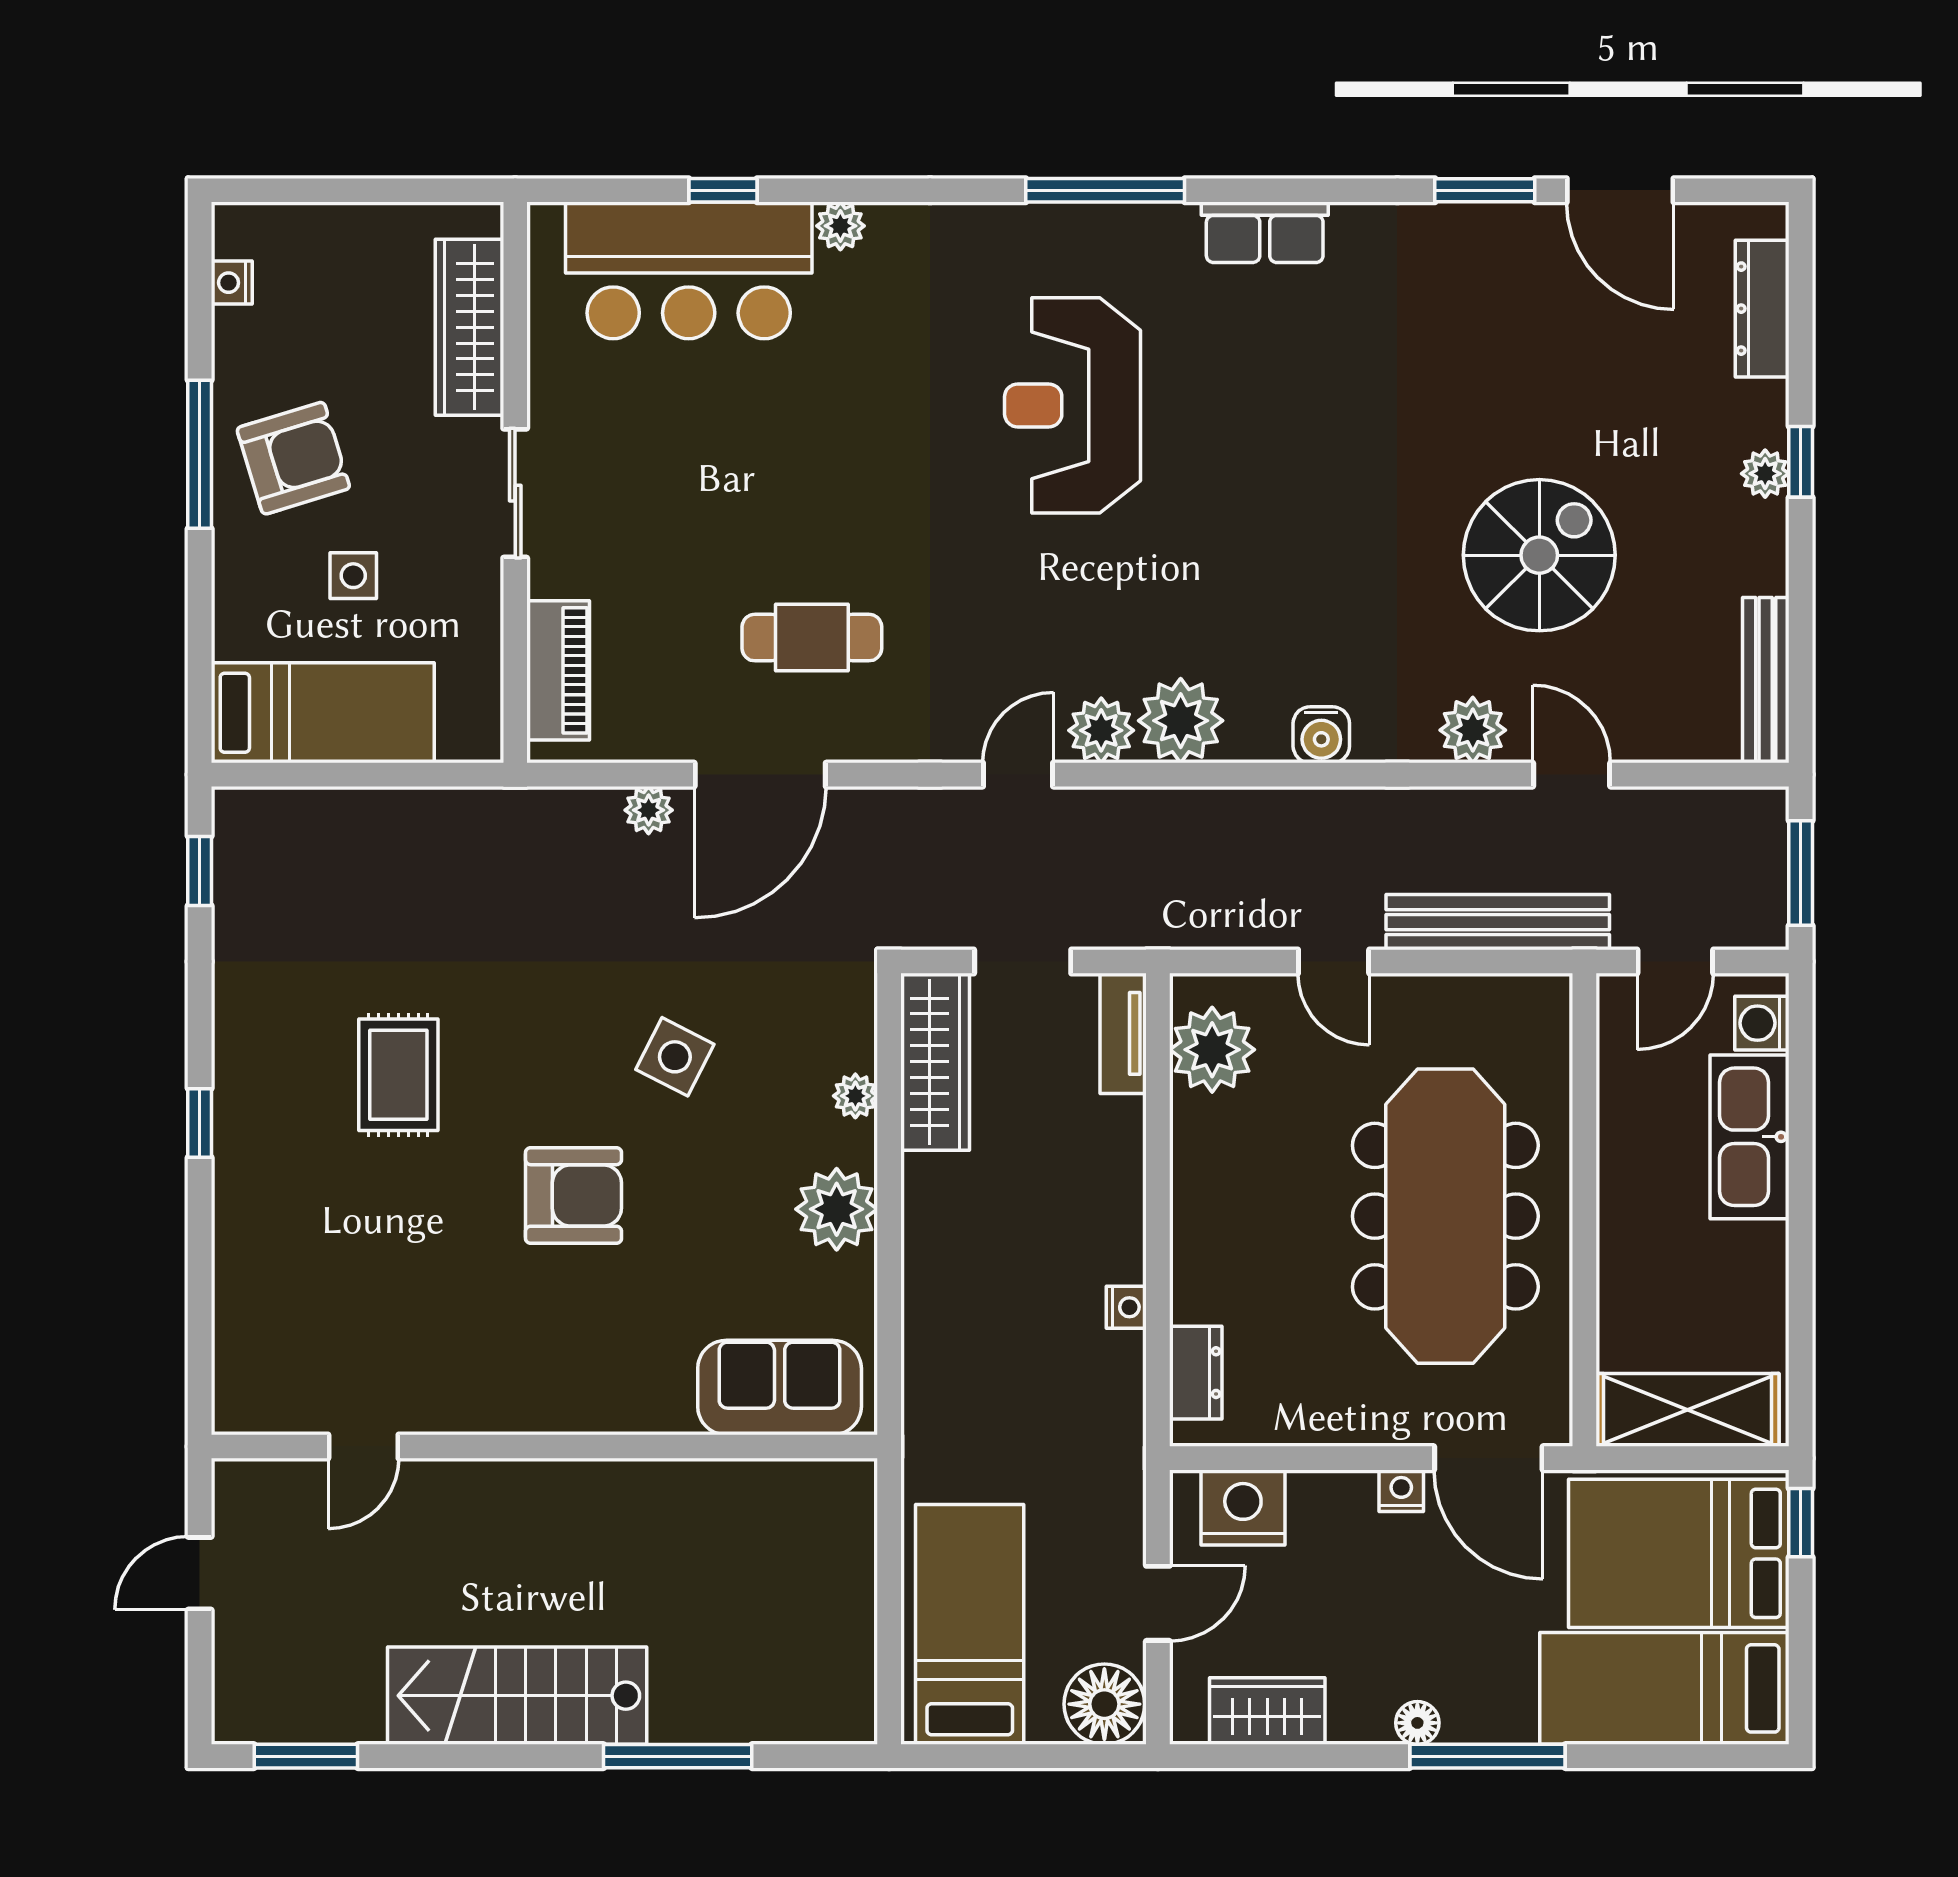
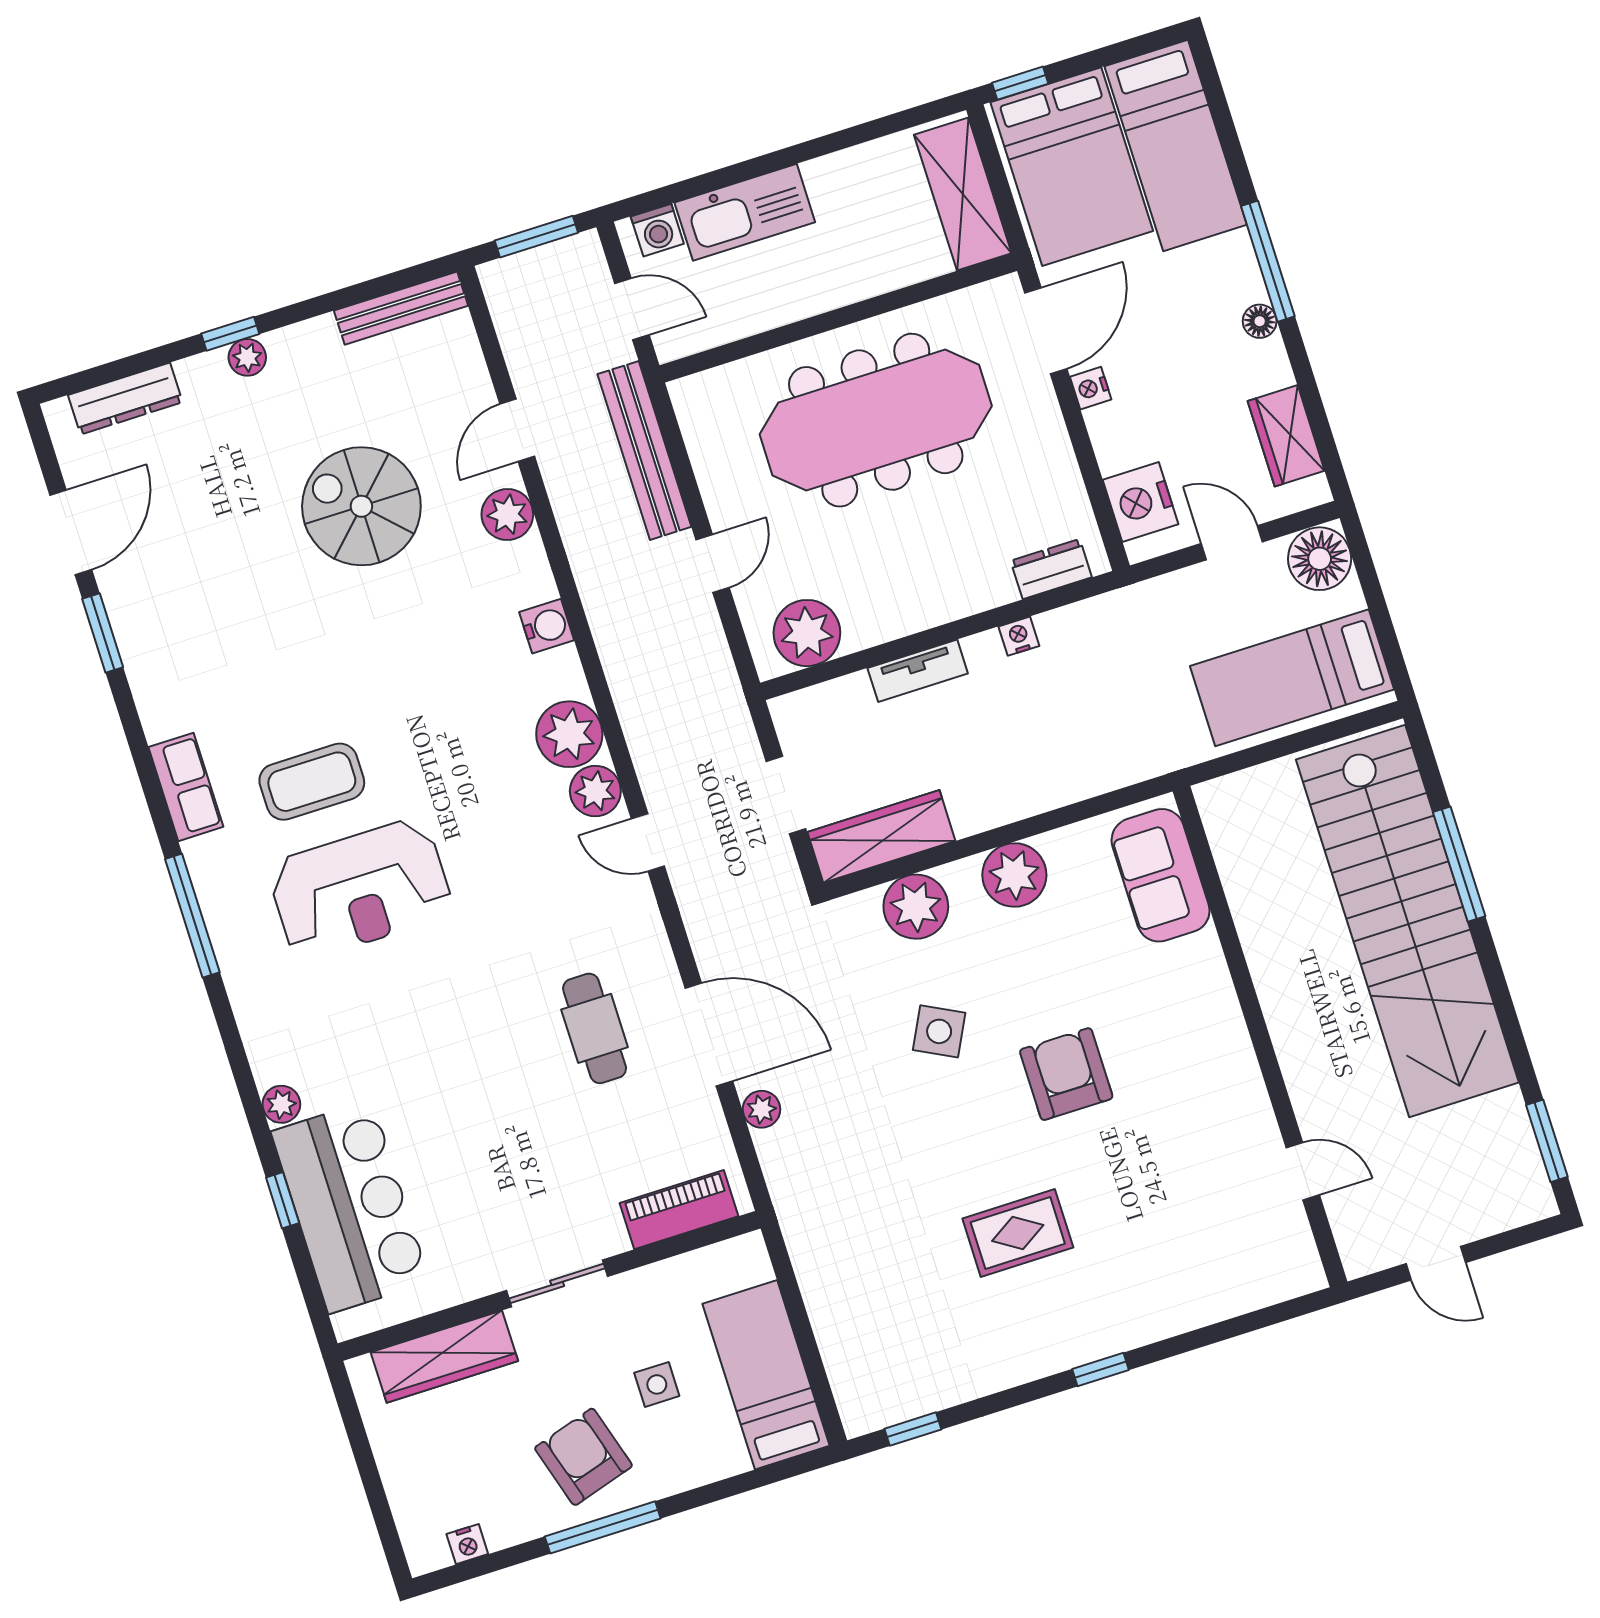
coffee table: (1222, 388) -> (312, 782), added
tv unit: (1123, 1033) -> (918, 671), moved
plant: (855, 1096) -> (916, 907), width x1.87, depth x1.87
stairs: (517, 1696) -> (1407, 921), width x1.86, depth x1.51

